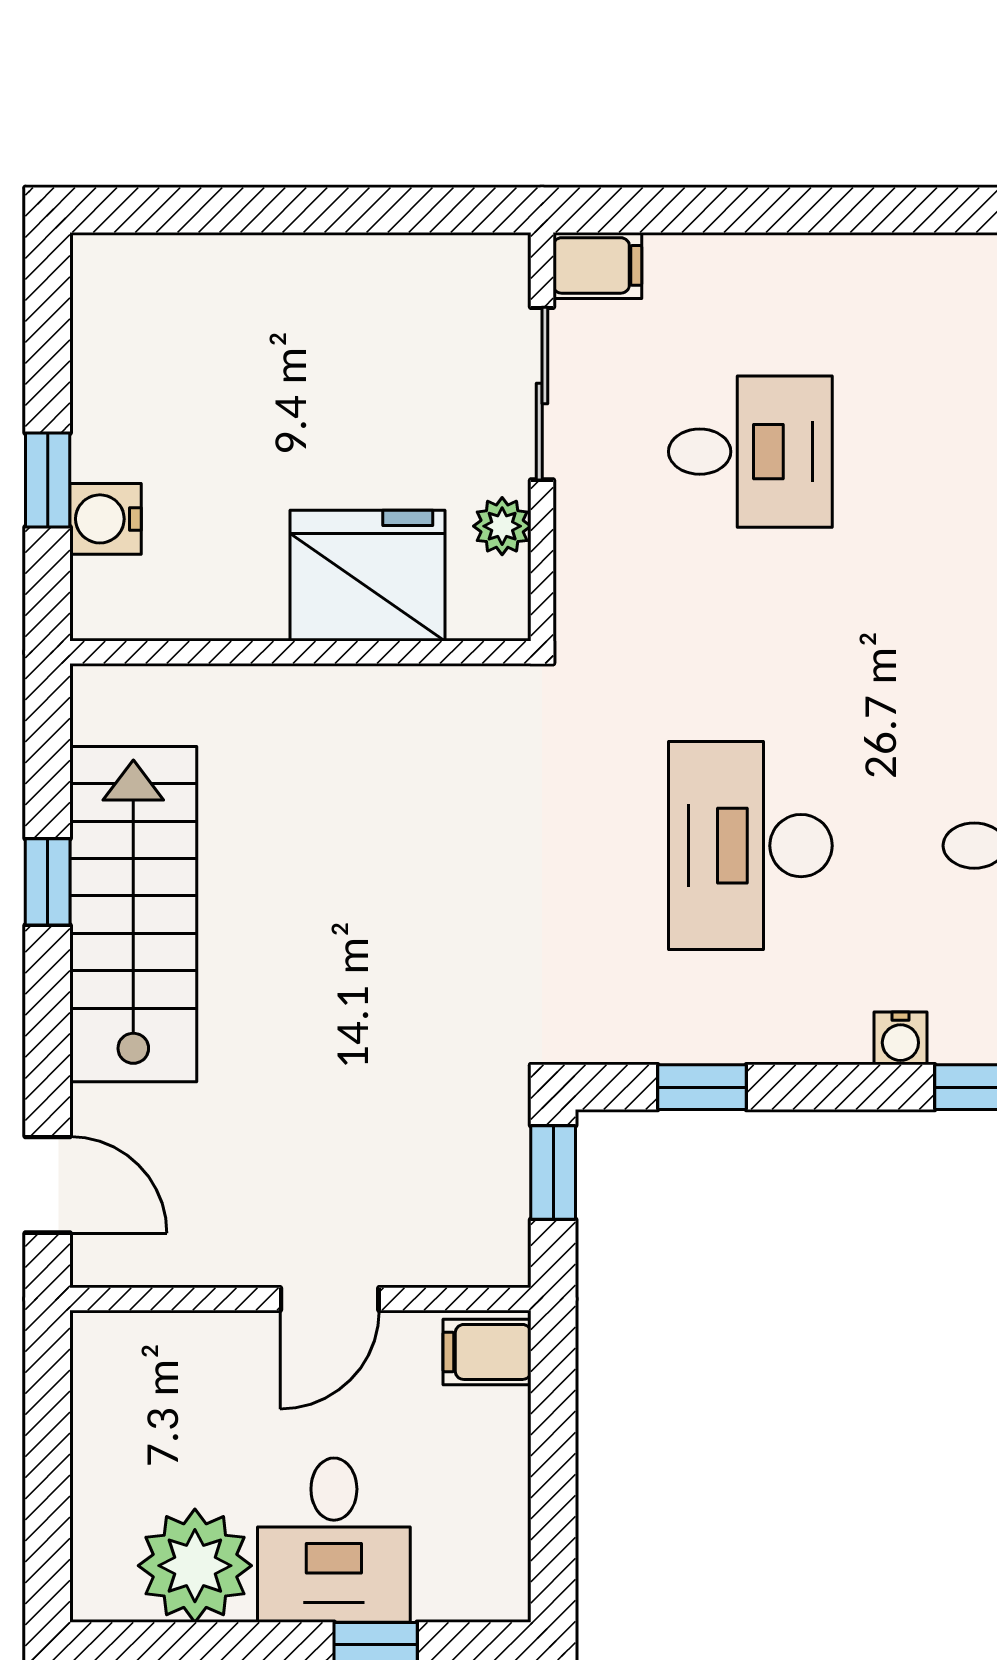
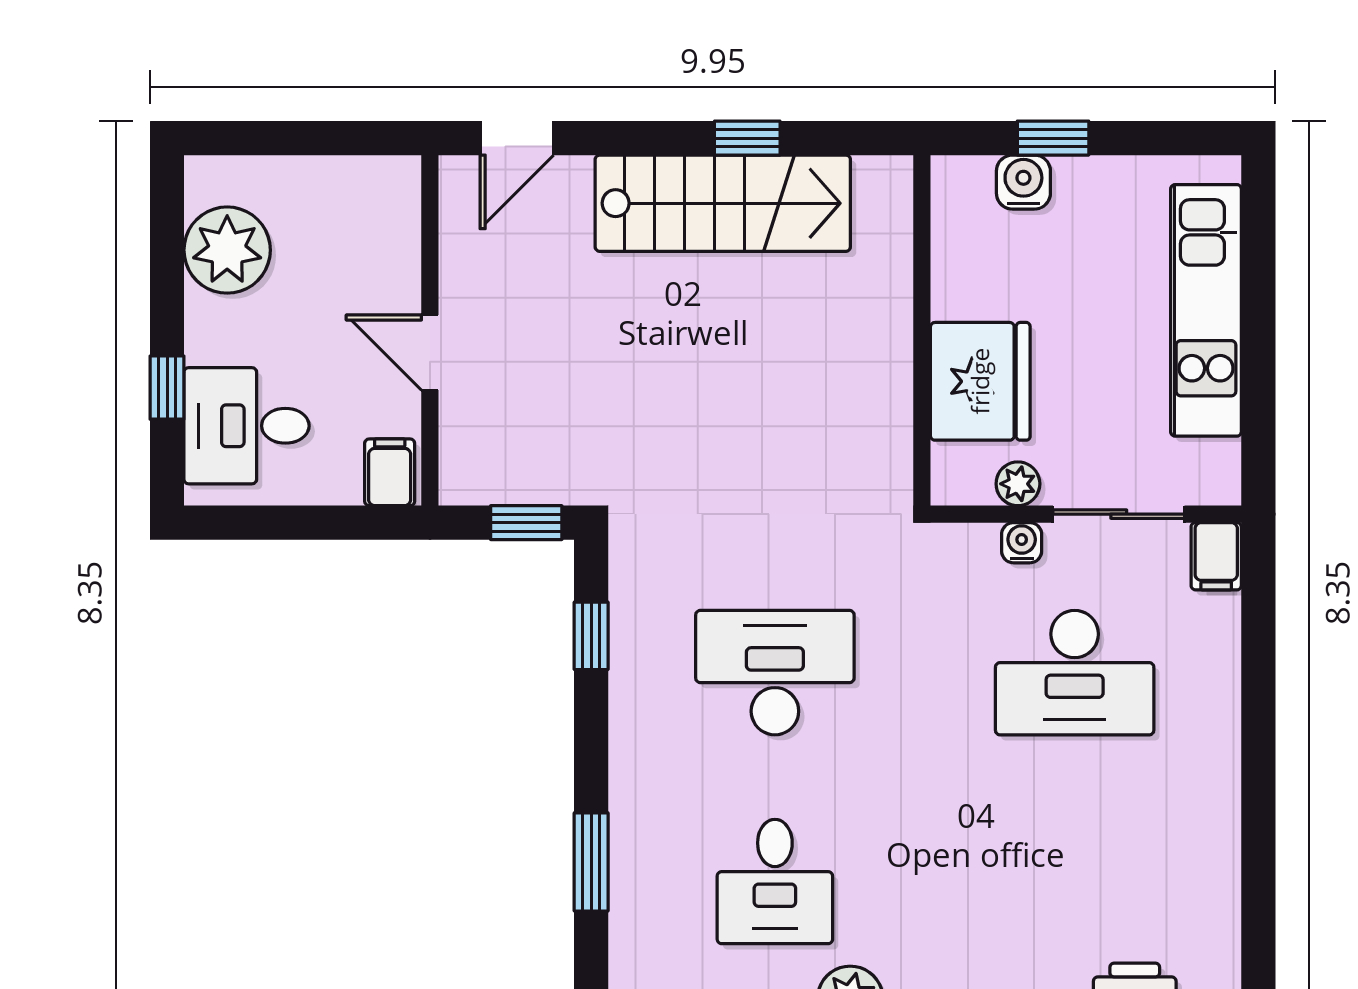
kitchen unit: (274, 279) -> (1206, 310), added
desk: (750, 452) -> (1075, 673), width x1.37
water cooler: (900, 1038) -> (1022, 543), moved, turned 90
desk: (334, 1540) -> (247, 426), moved

